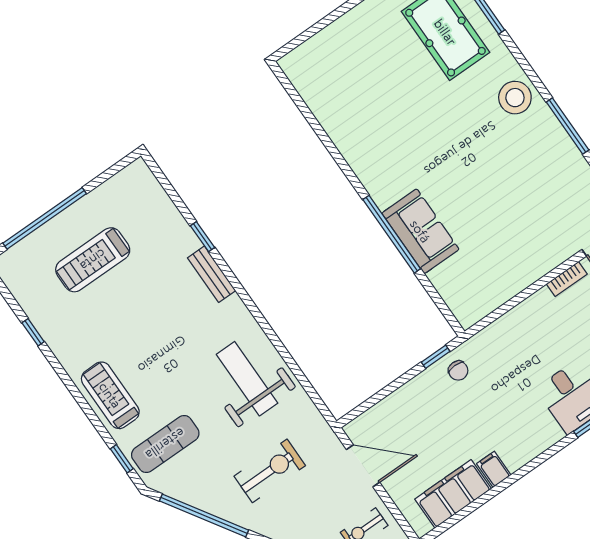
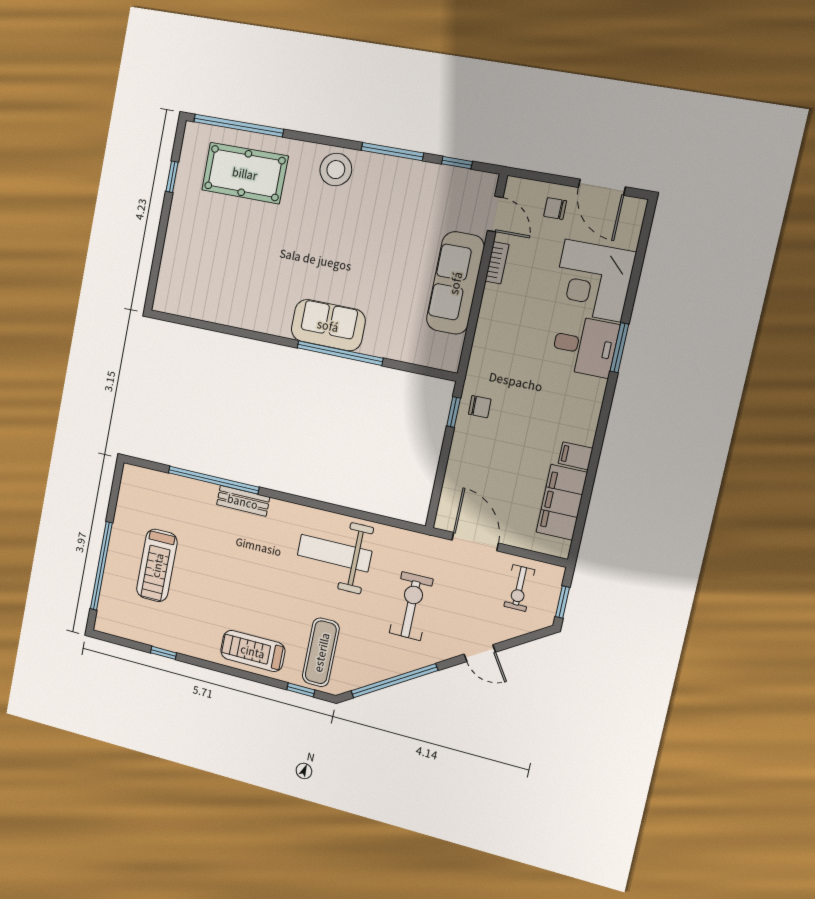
sofa: (420, 231) -> (328, 325), moved
window: (203, 237) -> (213, 480), width x3.17
sofa: (524, 265) -> (455, 283), added
door: (363, 466) -> (475, 542), hinge flipped

